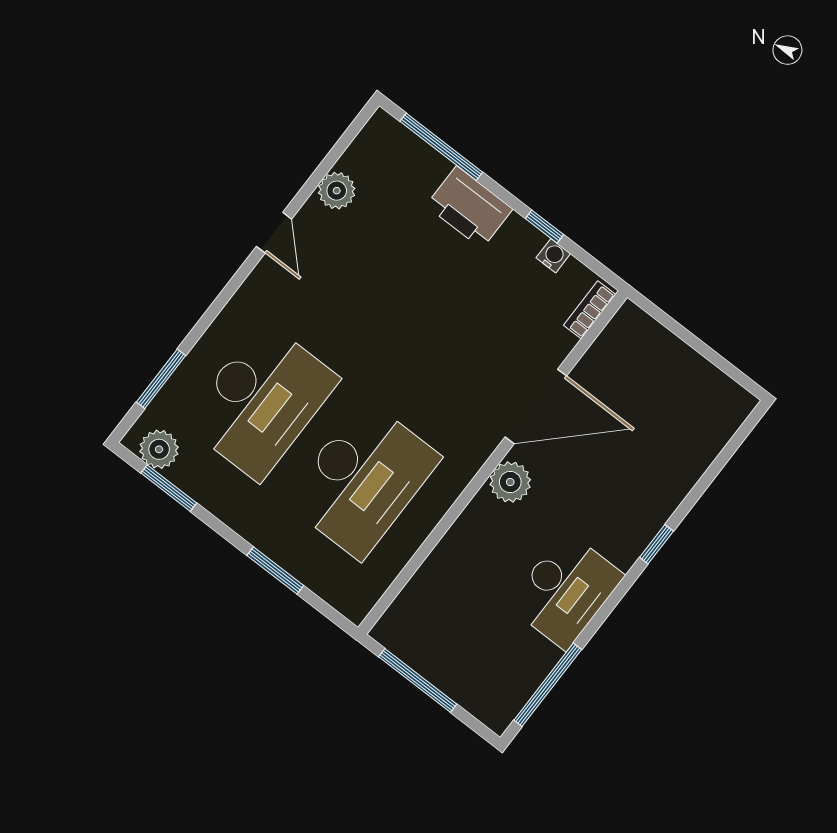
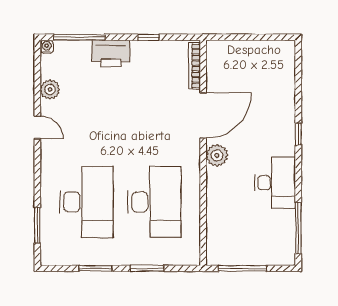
water cooler: (553, 256) -> (47, 47), moved
bookcase: (590, 310) -> (194, 66), width x1.56
plant: (159, 449) -> (59, 255), removed
window: (169, 488) -> (96, 268), moved

